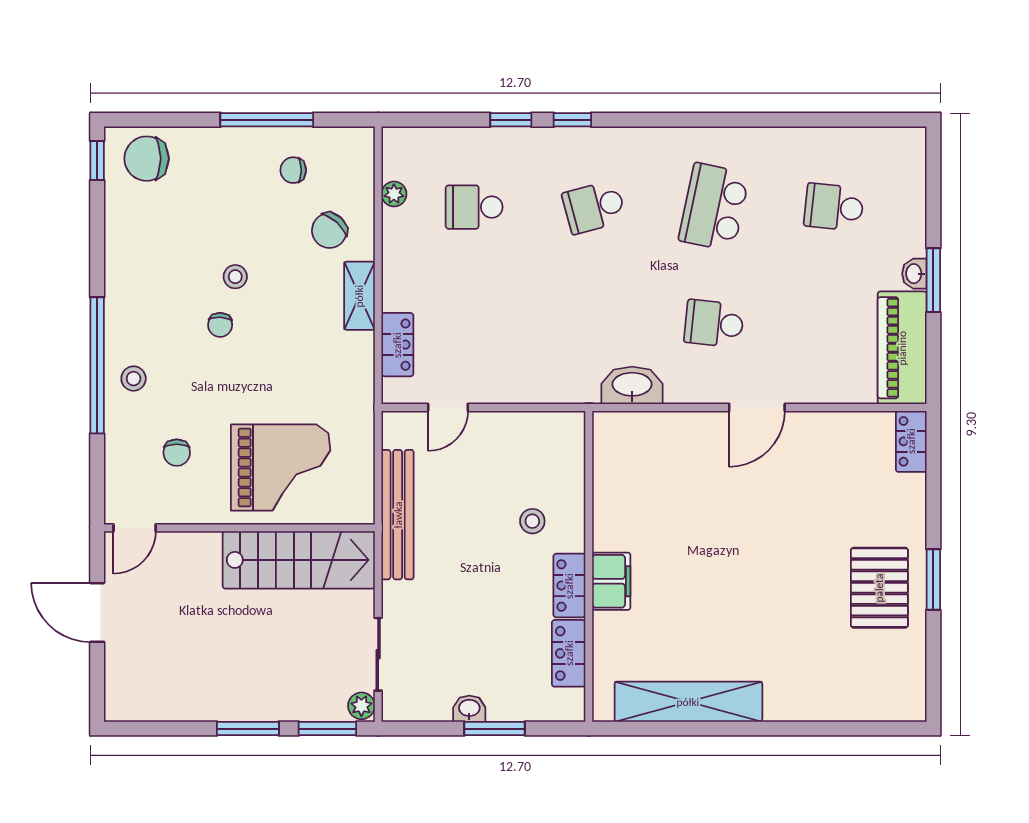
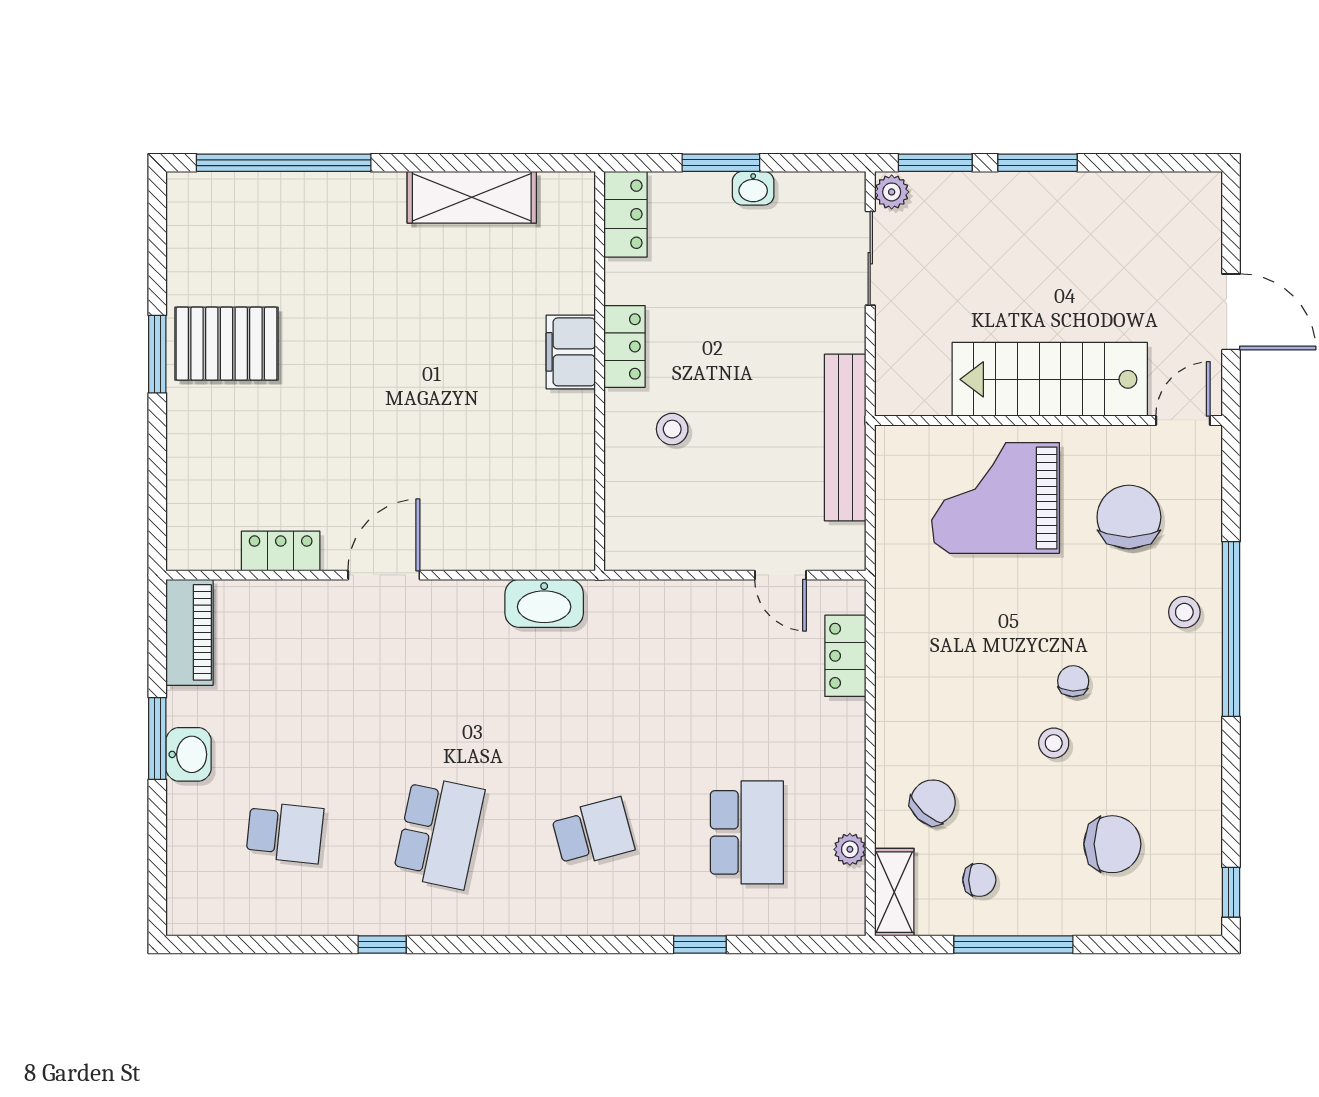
window: (572, 120) -> (382, 945), moved
chair: (147, 159) -> (1112, 844), moved
school desk: (474, 207) -> (747, 832), width x1.85
washbasin: (914, 274) -> (188, 754), width x1.38, depth x1.45
shelving: (359, 296) -> (894, 892), moved
school desk: (714, 324) -> (439, 683), removed
piano: (902, 348) -> (189, 632), width x0.73, depth x0.75
door: (448, 407) -> (781, 575), swing flipped
locker: (911, 441) -> (281, 551), moved, turned -90
chair: (177, 453) -> (1129, 517), width x1.87, depth x1.87
stairs: (299, 560) -> (1050, 379), moved
pallet: (879, 588) -> (226, 344), turned 90
locker: (569, 653) -> (626, 214), moved
shelving: (688, 702) -> (472, 197), width x0.68
window: (835, 729) -> (284, 163), added

